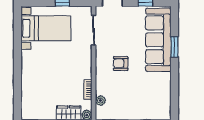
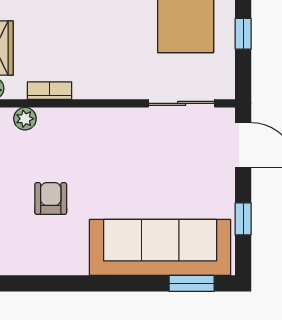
window: (174, 47) -> (192, 283), moved
armchair: (121, 63) -> (51, 198), moved

